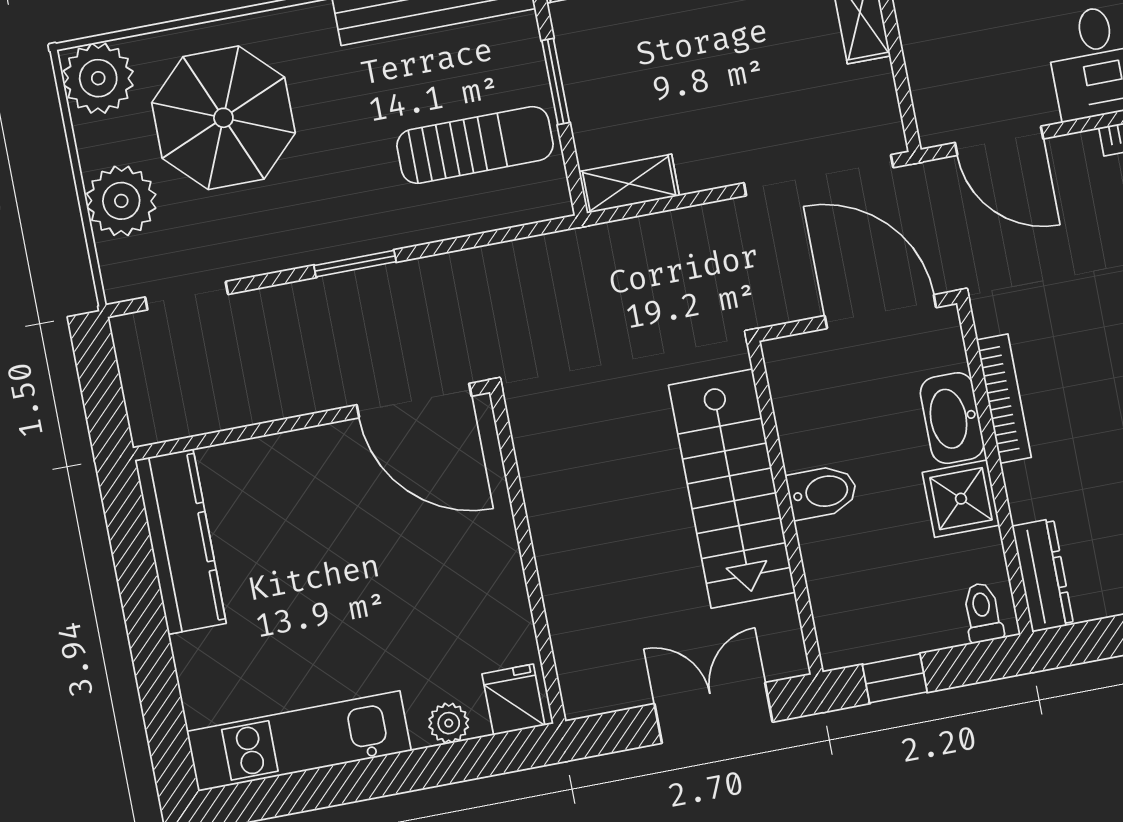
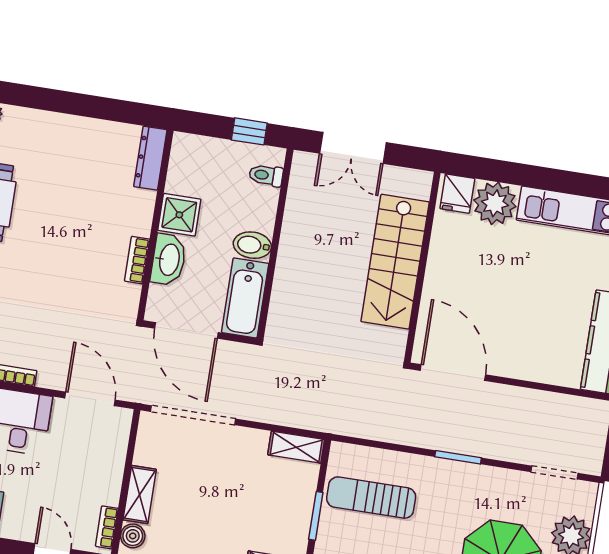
bookcase: (1004, 399) -> (137, 260), width x0.64
bathtub: (803, 400) -> (245, 298), added
stairs: (732, 489) -> (395, 262), moved, turned 180
toilet: (983, 612) -> (266, 175), moved, turned 90
plant: (449, 723) -> (495, 203), width x1.88, depth x1.88

